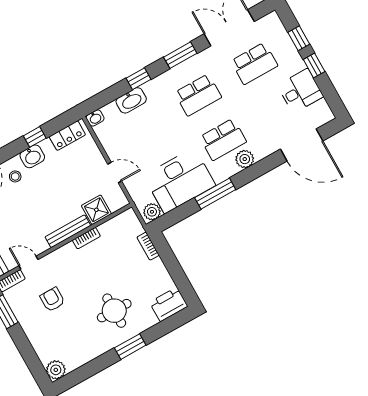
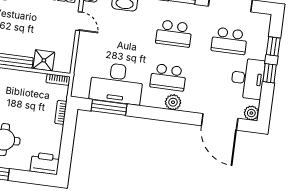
desk: (300, 91) -> (248, 78), width x1.37
door: (115, 172) -> (79, 21), moved
window: (215, 194) -> (109, 107), moved
plant: (152, 212) -> (251, 113), moved
bookcase: (86, 238) -> (58, 80), moved

